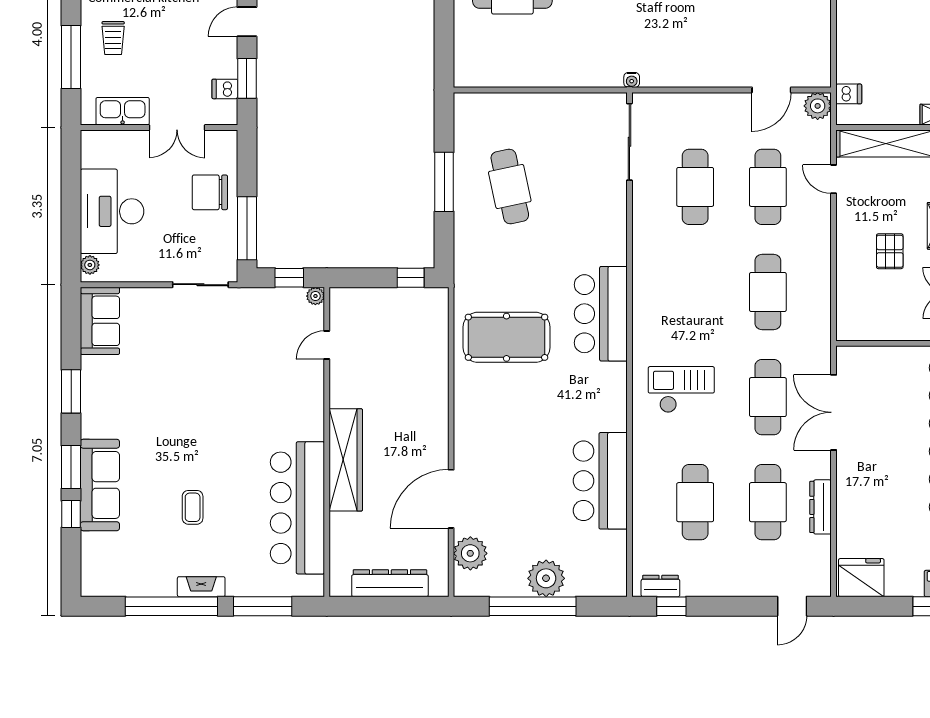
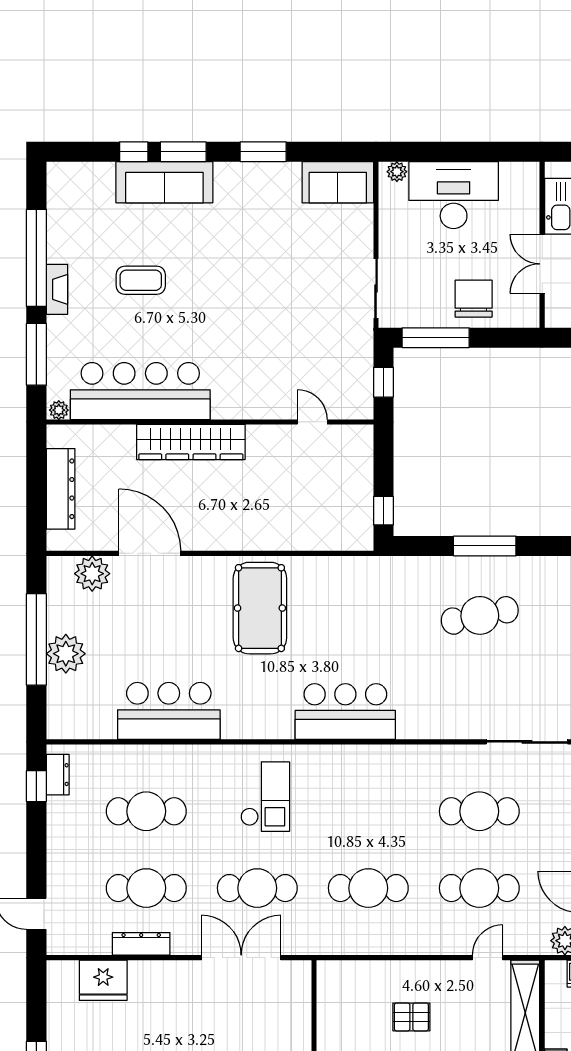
plant: (315, 296) -> (59, 410), moved
pool table: (506, 337) -> (260, 608), moved
coffee table: (193, 507) -> (141, 280), width x1.36, depth x1.30
fridge: (861, 578) -> (103, 980), moved, turned 90

